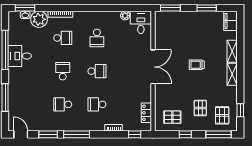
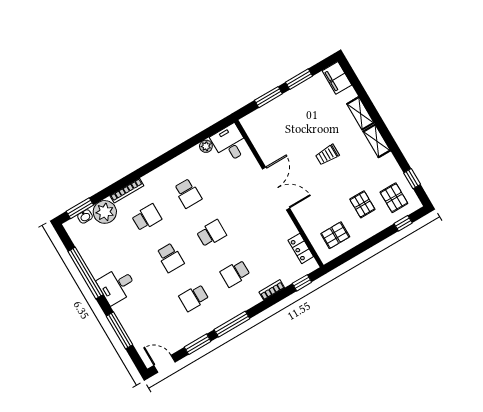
window: (170, 8) -> (268, 97), moved
desk: (20, 56) -> (117, 286), moved
school desk: (63, 71) -> (170, 258), turned 180
window: (185, 134) -> (363, 247), removed
window: (219, 134) -> (403, 223), width x0.46

